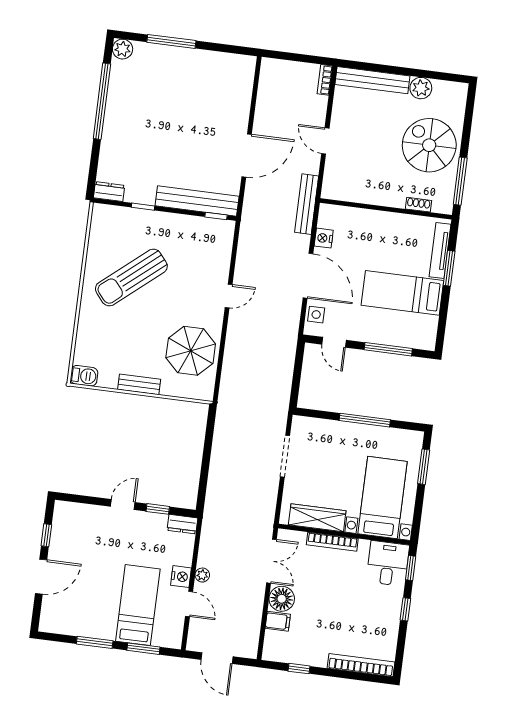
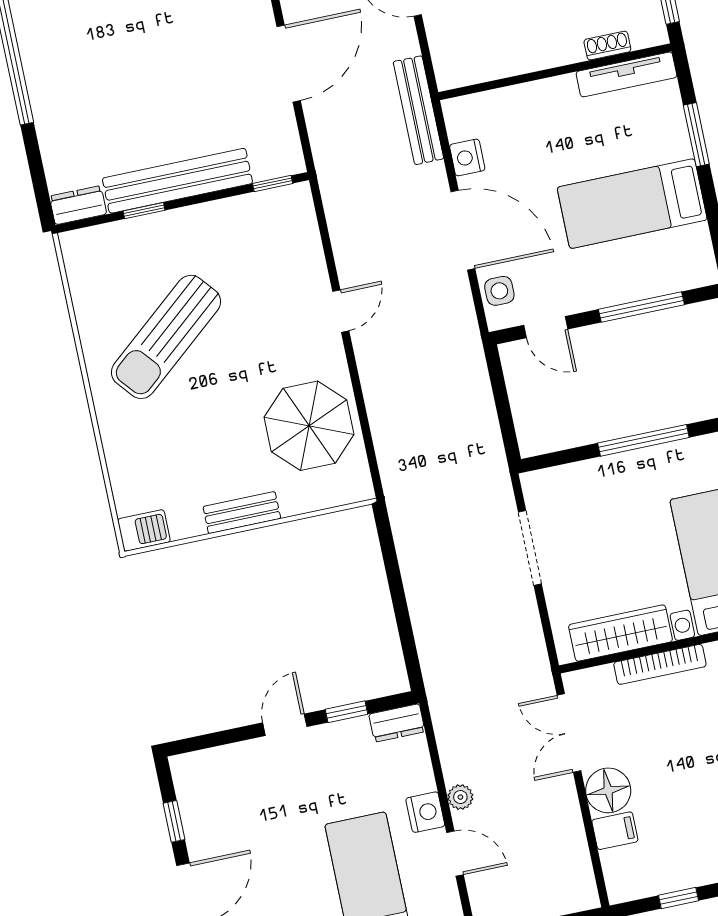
bench: (197, 201) -> (177, 181), moved
tv unit: (440, 251) -> (626, 74), moved, turned -90
double door: (272, 561) -> (569, 733), swing flipped

